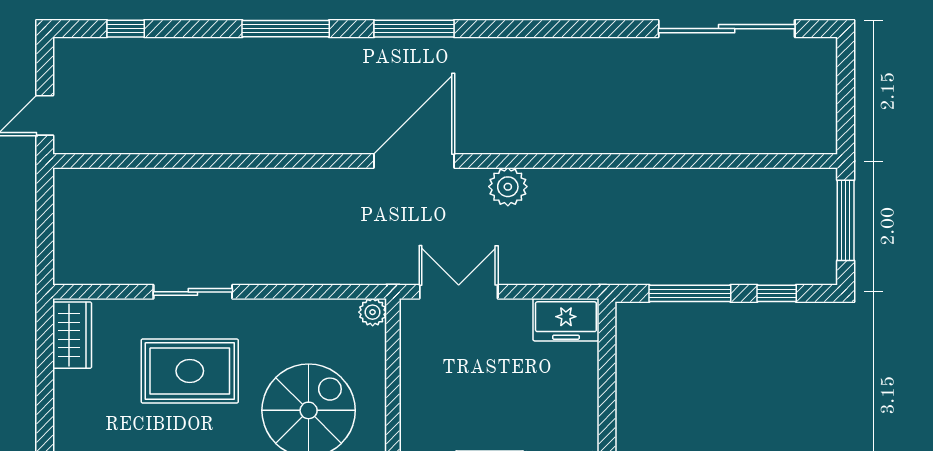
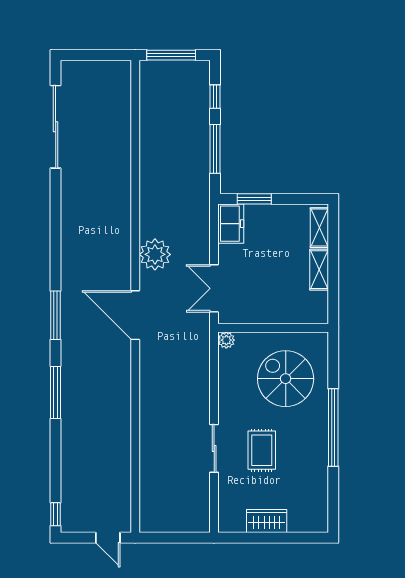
window: (126, 29) -> (56, 514), moved
plant: (508, 187) -> (155, 254), width x1.36, depth x1.36
wardrobe: (72, 335) -> (267, 521), moved
window: (607, 359) -> (254, 199), added
rug: (190, 371) -> (262, 450), width x0.73, depth x0.70

